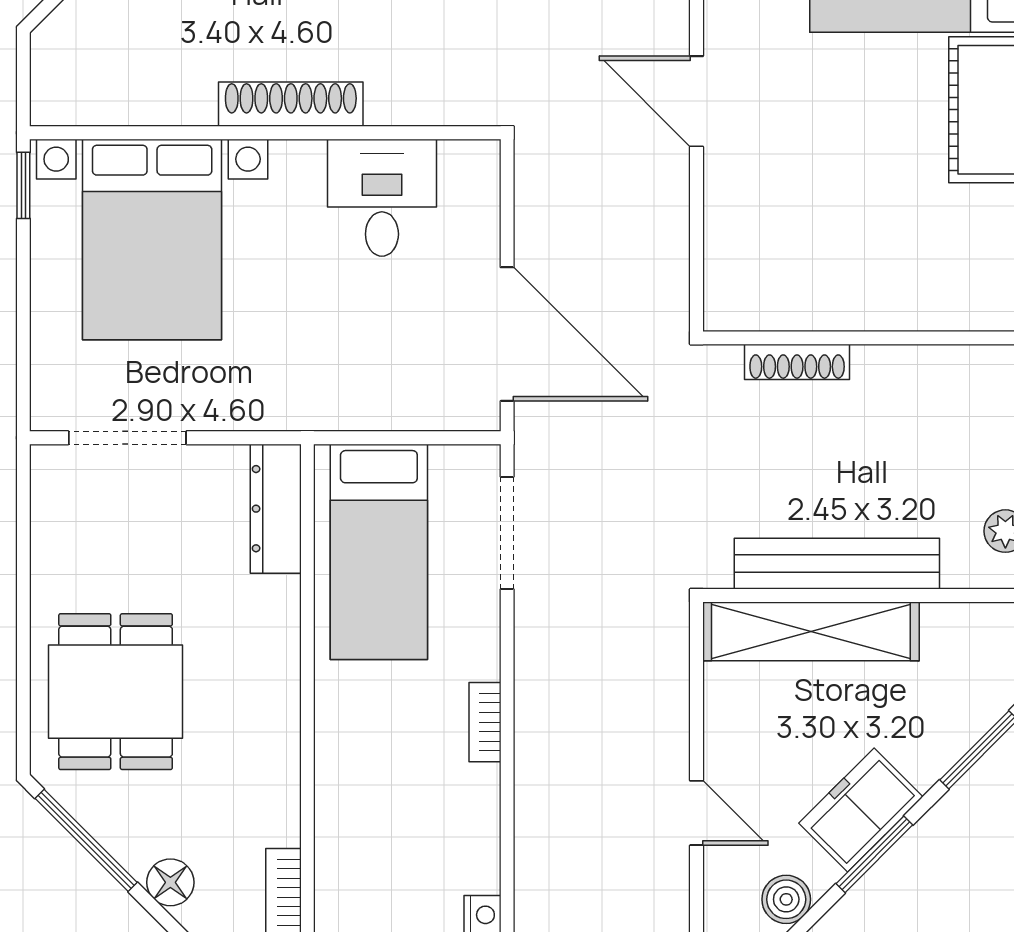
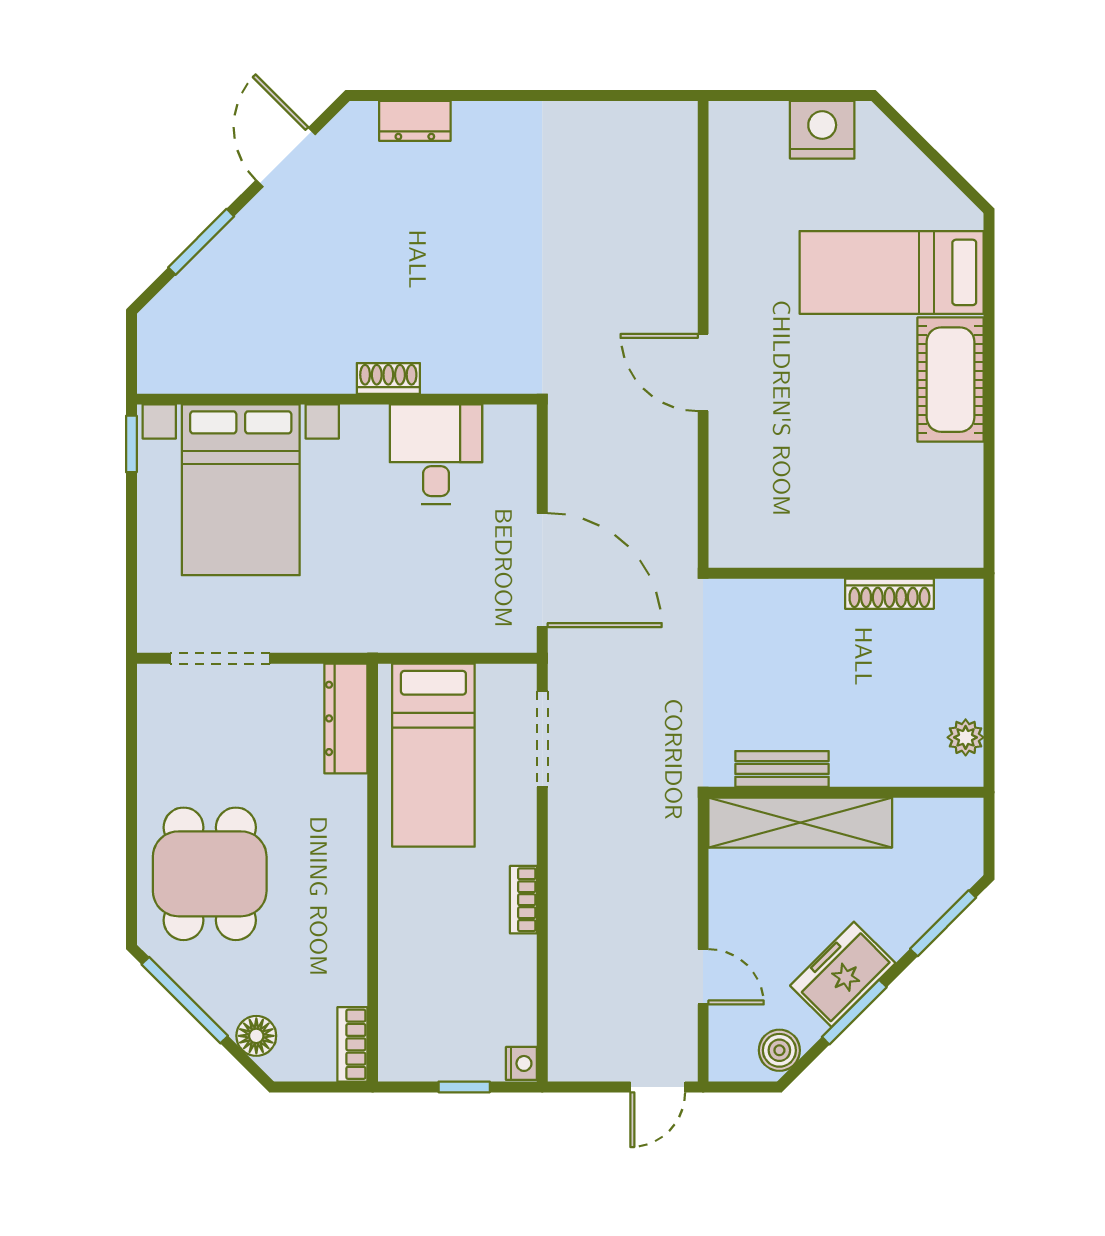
shoe rack: (291, 104) -> (388, 378), width x0.51, depth x0.81
shoe rack: (797, 362) -> (889, 594), moved
bench: (837, 564) -> (782, 769), width x0.54, depth x0.82

